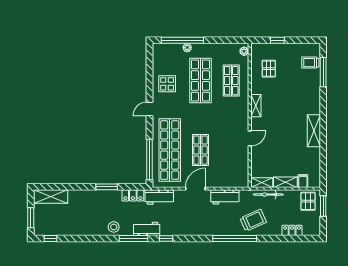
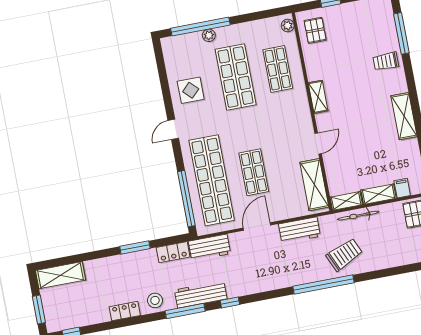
trolley: (310, 63) -> (386, 61), moved
pallet: (269, 69) -> (315, 30), moved
shelving: (241, 167) -> (314, 185), added
workbench: (147, 229) -> (201, 294), width x1.37
locker: (292, 230) -> (125, 311), moved

